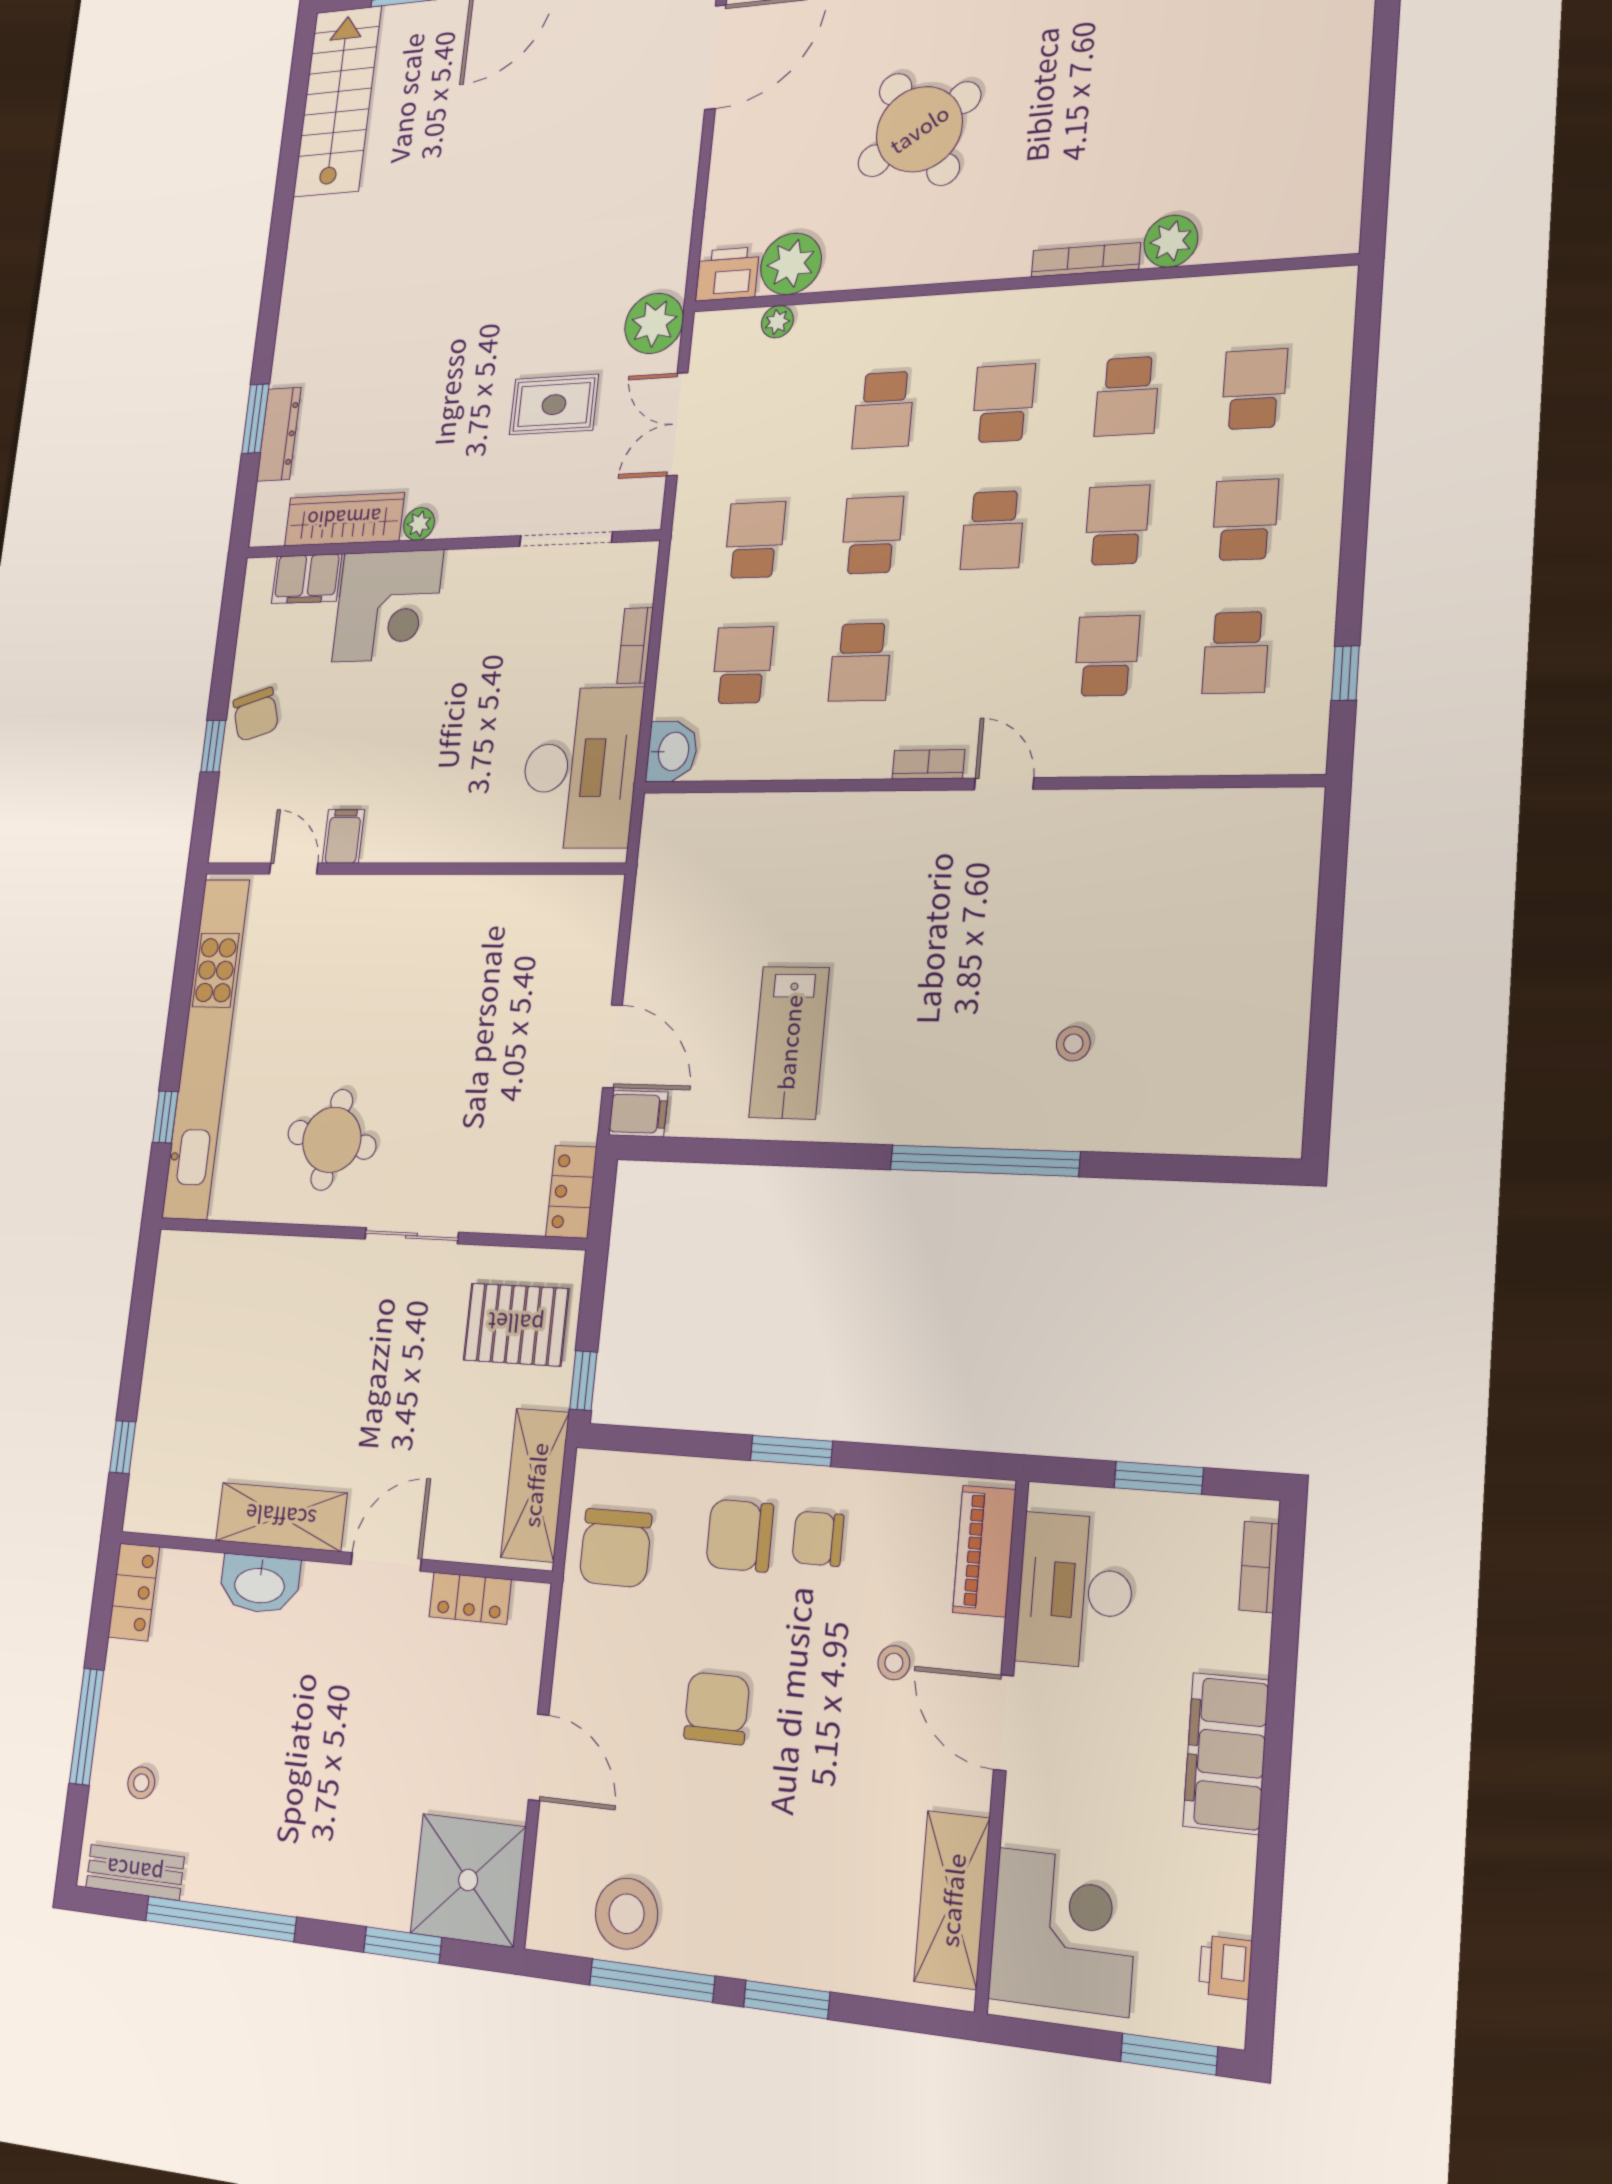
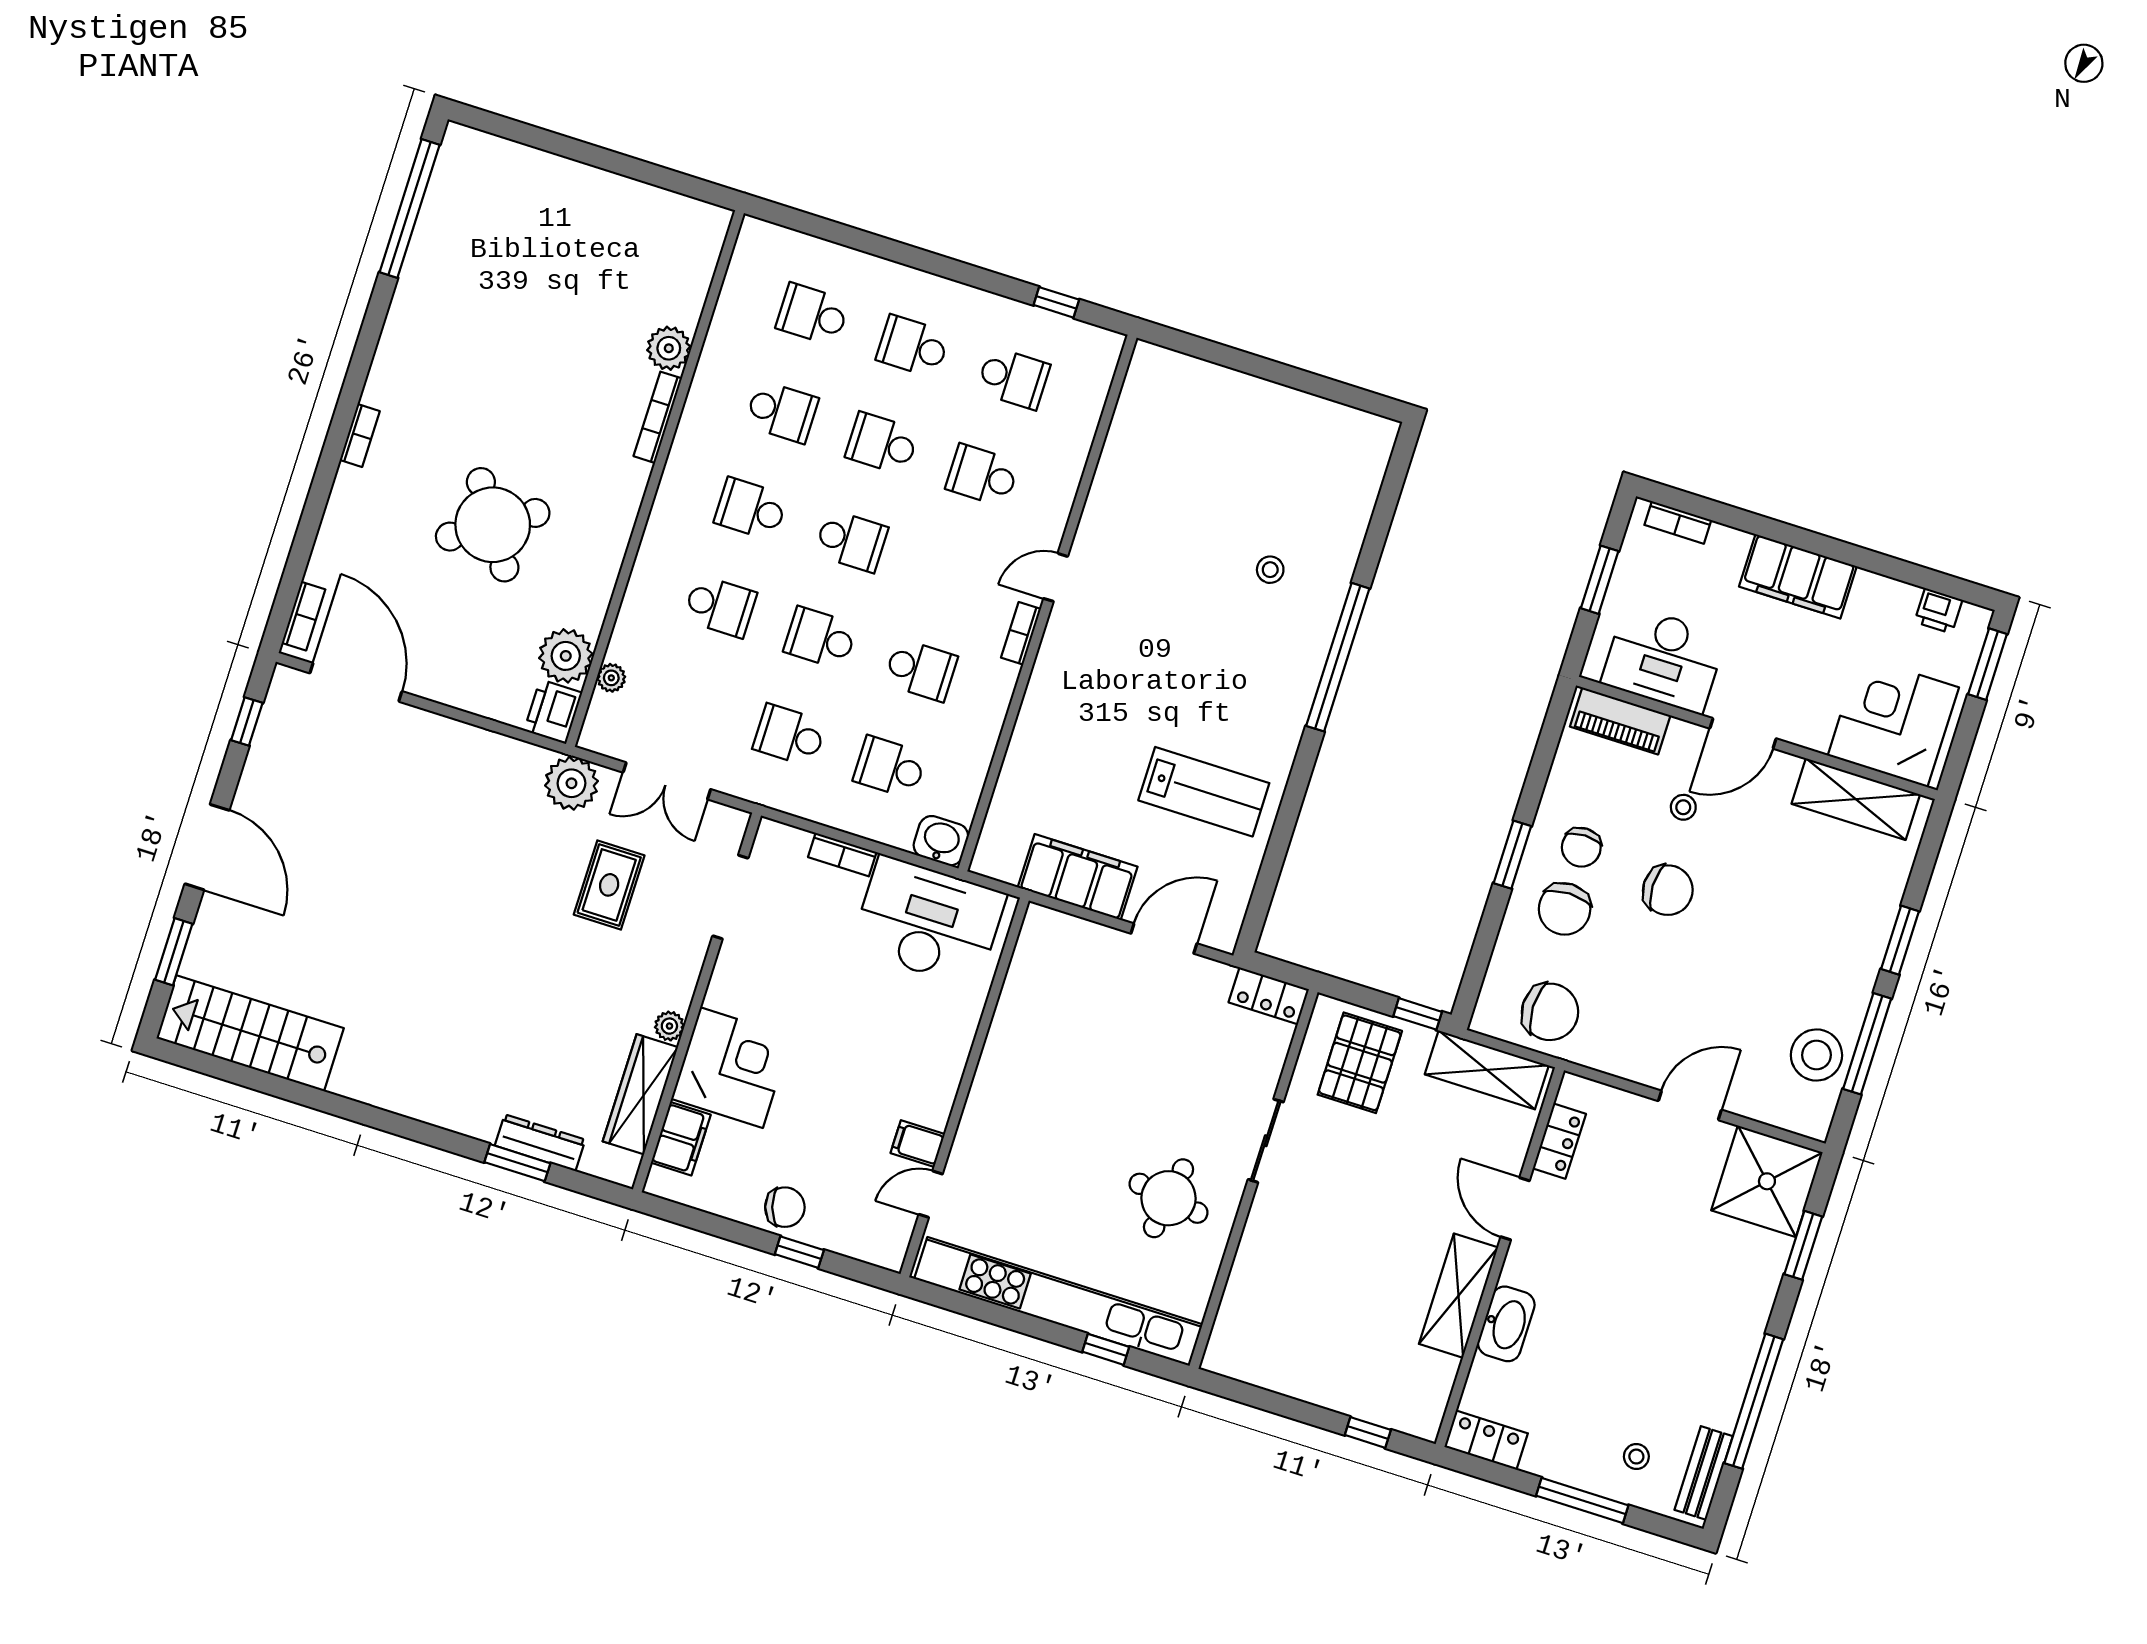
filing cabinet: (638, 1114) -> (1078, 877), moved, width x3.00, depth x1.17
chair: (717, 1708) -> (1668, 890), moved, turned 180

